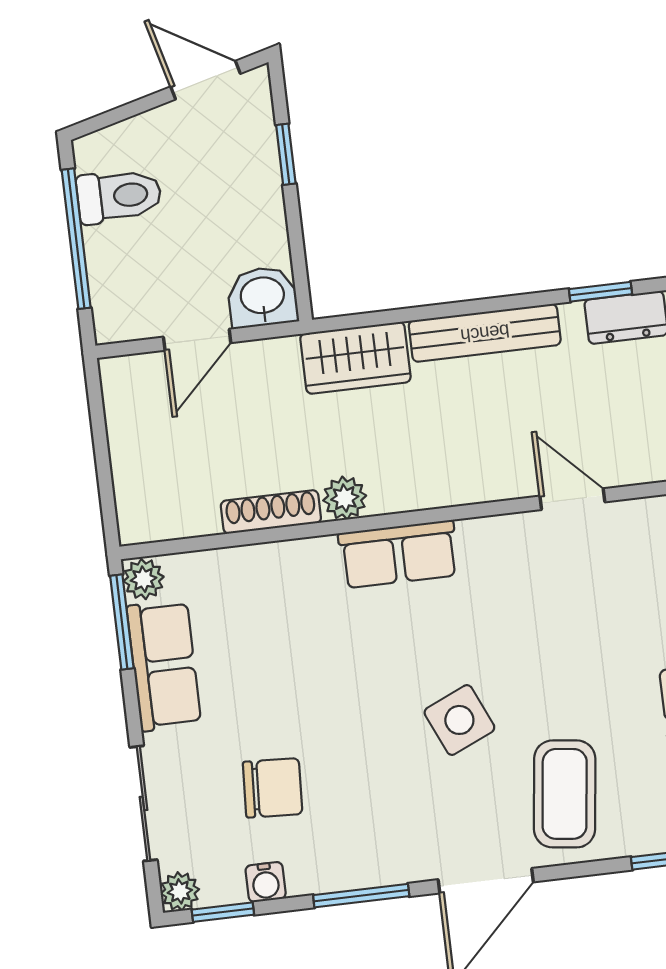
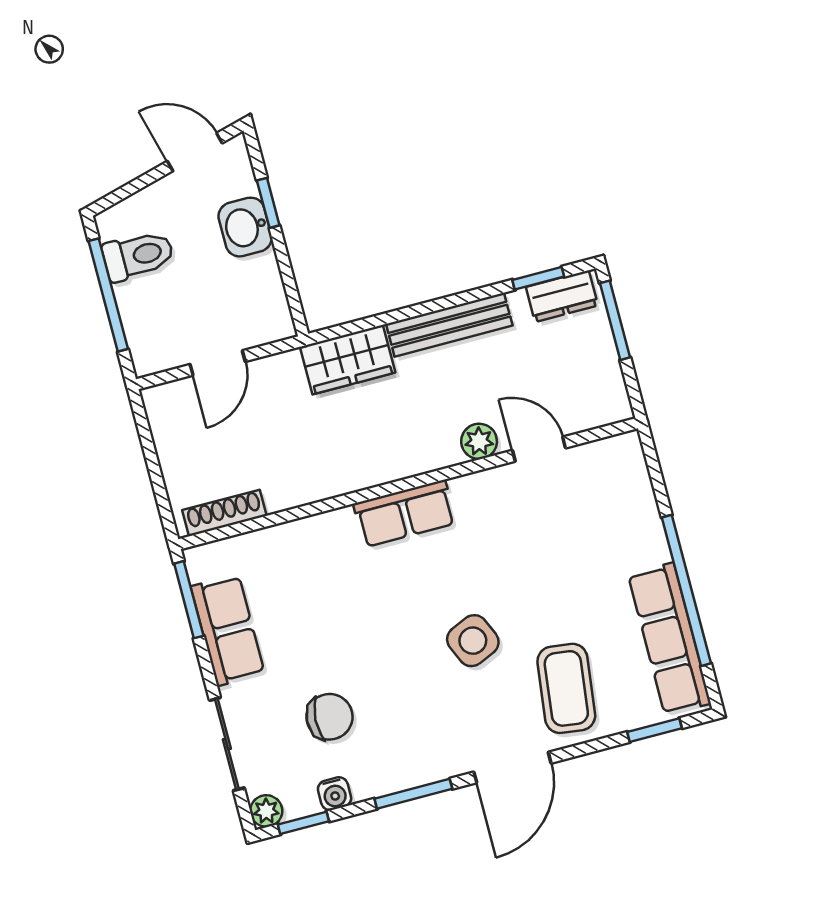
washbasin: (263, 297) -> (245, 227), moved, turned -90
plant: (345, 498) -> (479, 441), moved
shoe rack: (271, 512) -> (224, 513), moved
plant: (144, 579) -> (201, 563), removed

